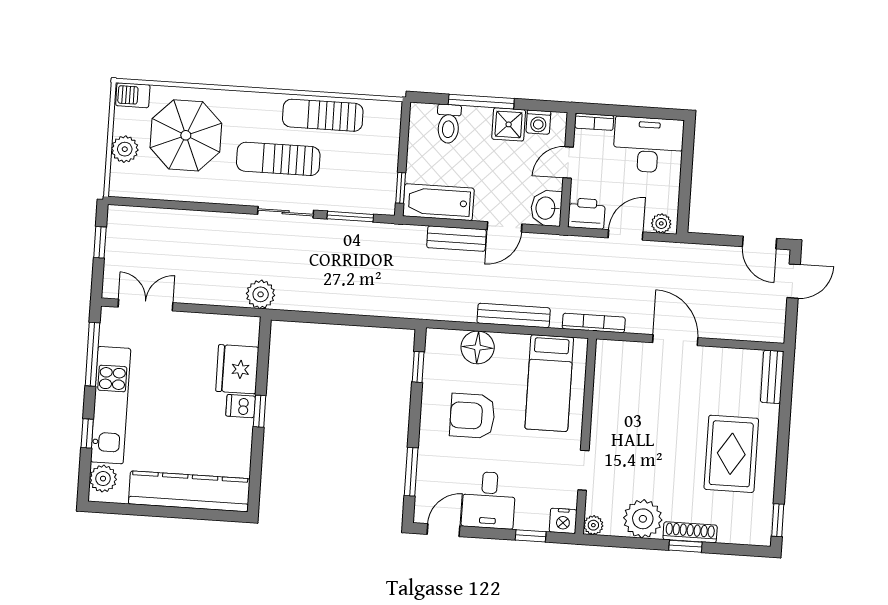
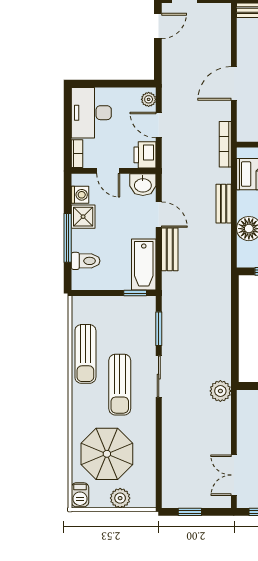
bench: (514, 315) -> (224, 204), width x0.73

